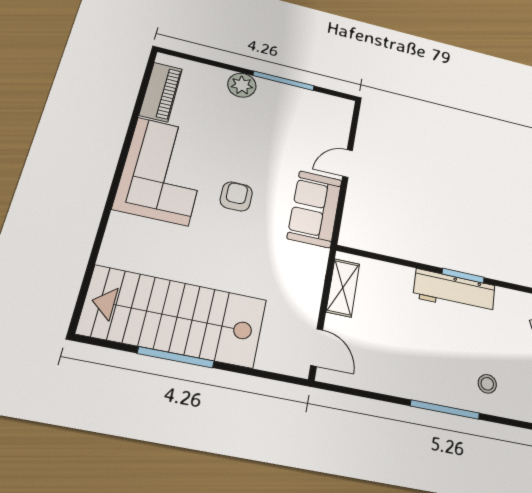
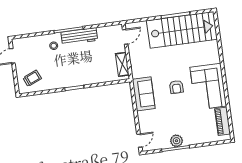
plant: (242, 85) -> (176, 141), moved
door: (348, 163) -> (139, 141), moved
workbench: (454, 291) -> (79, 36), moved, turned 180
door: (317, 348) -> (125, 37), swing flipped

